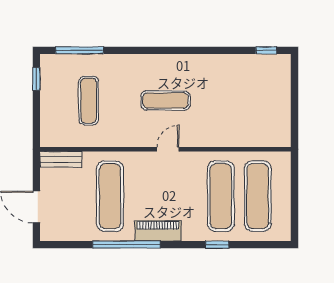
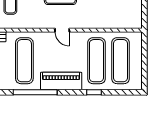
door: (168, 149) -> (62, 30), swing flipped
piano: (158, 231) -> (61, 81), width x1.37, depth x1.33

